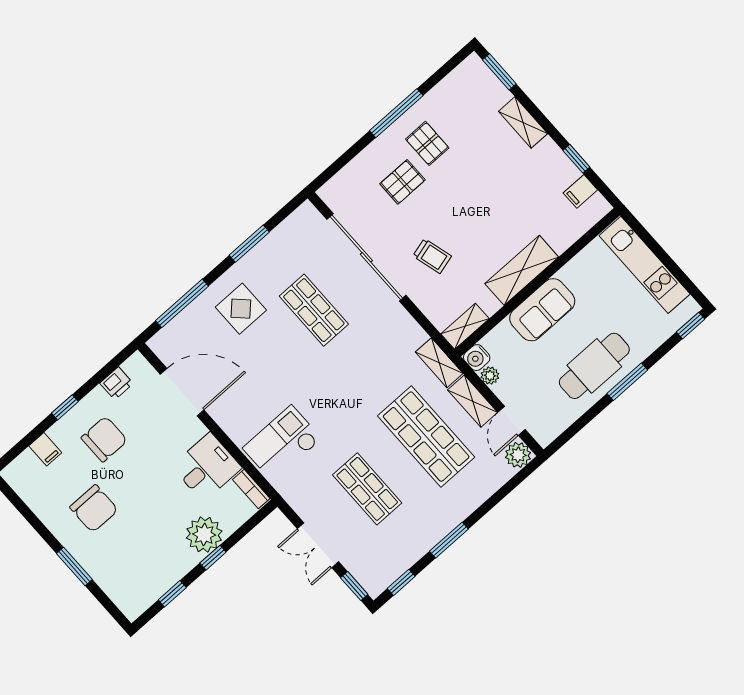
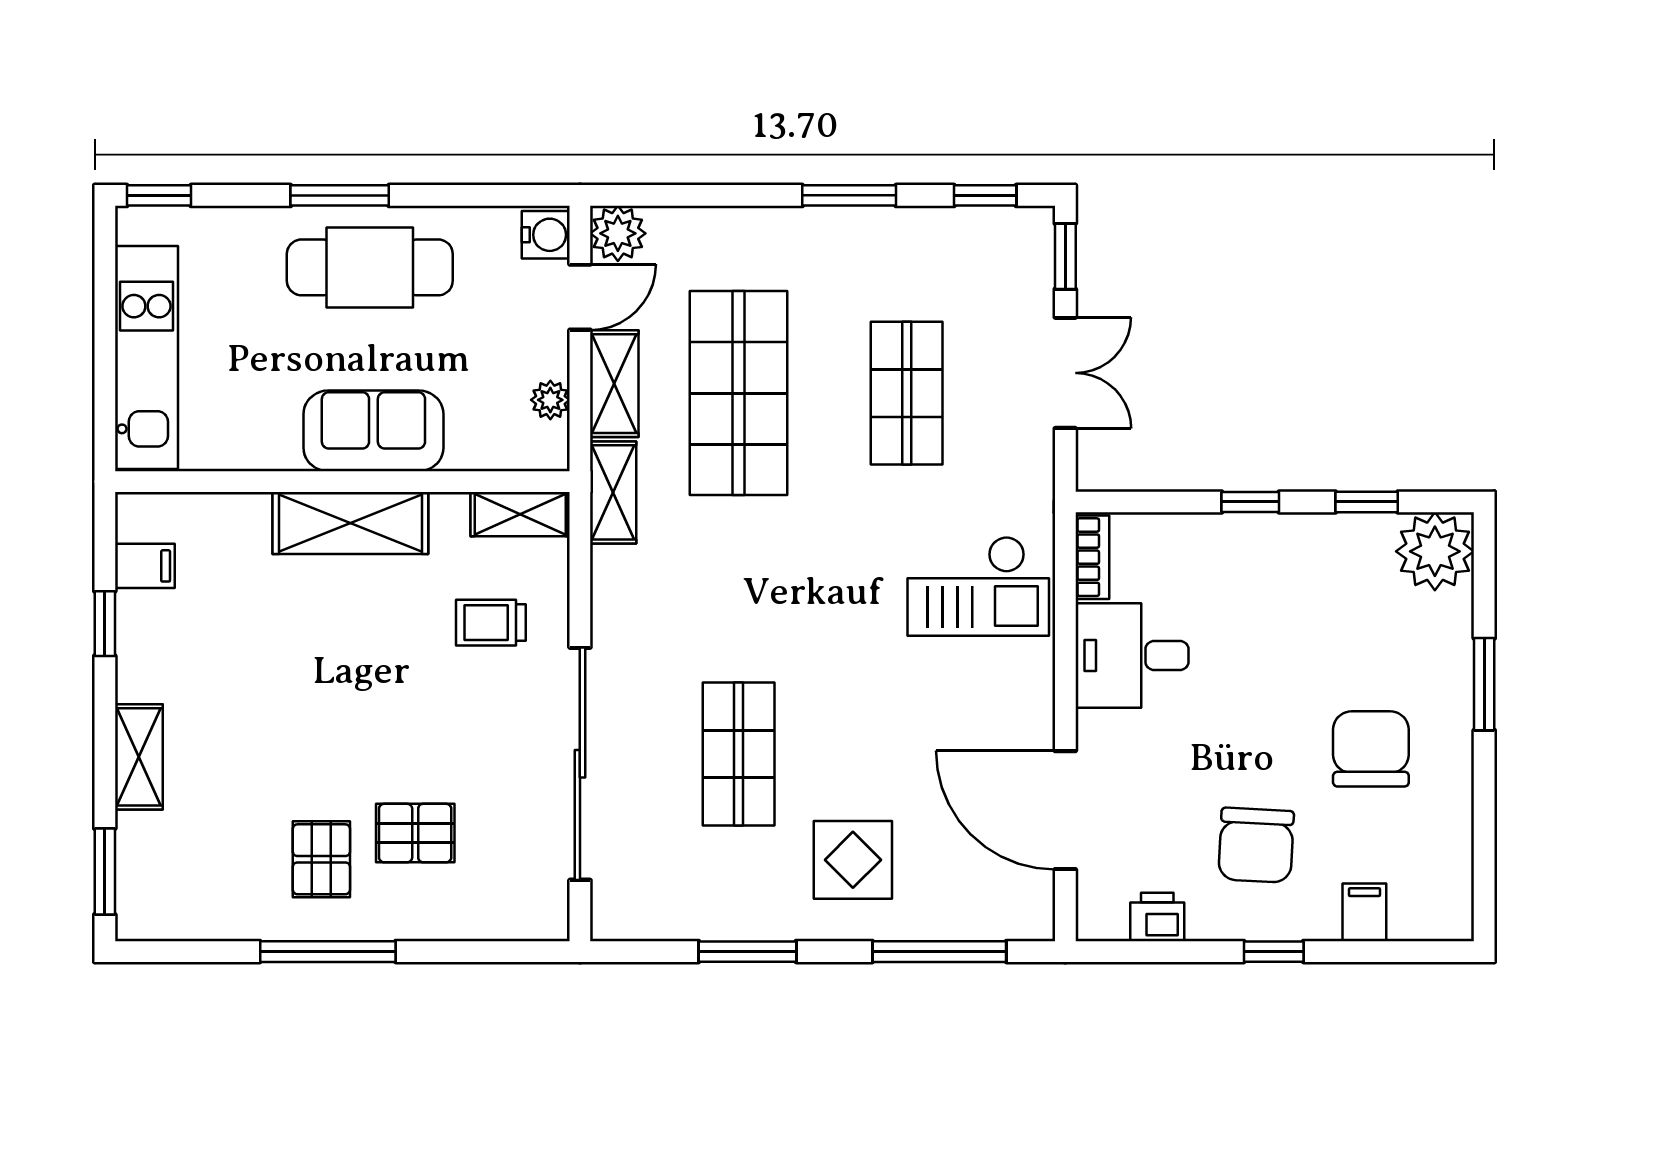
trolley: (432, 256) -> (491, 623), moved, turned -75
water cooler: (477, 358) -> (546, 235), moved
chair: (104, 439) -> (1256, 845), turned -87
plant: (204, 535) -> (1435, 551), moved

